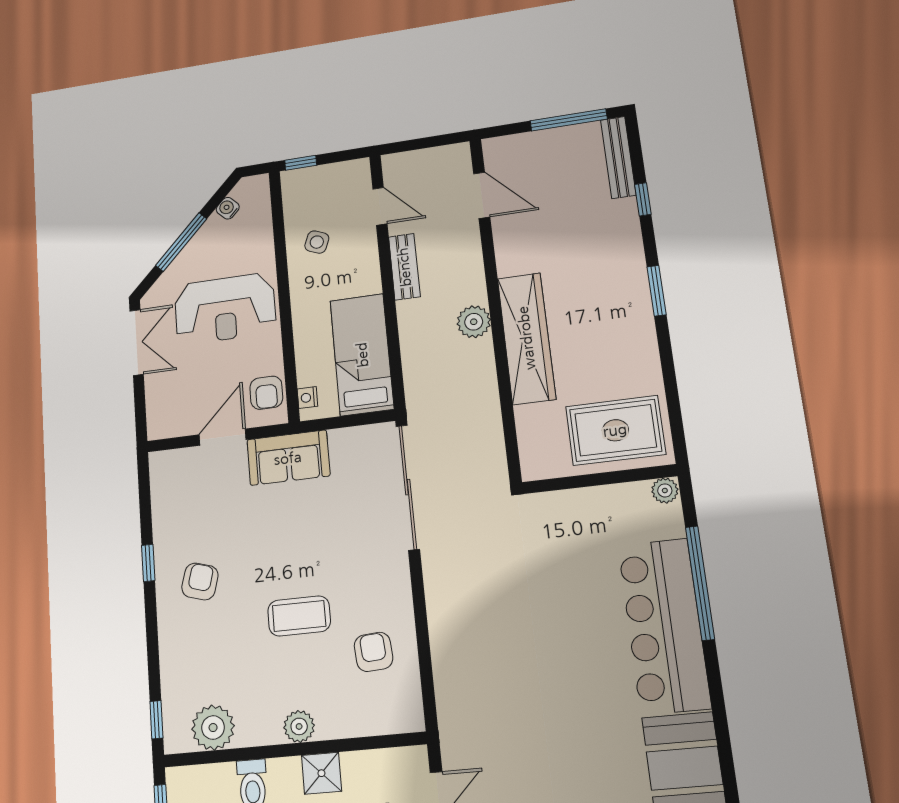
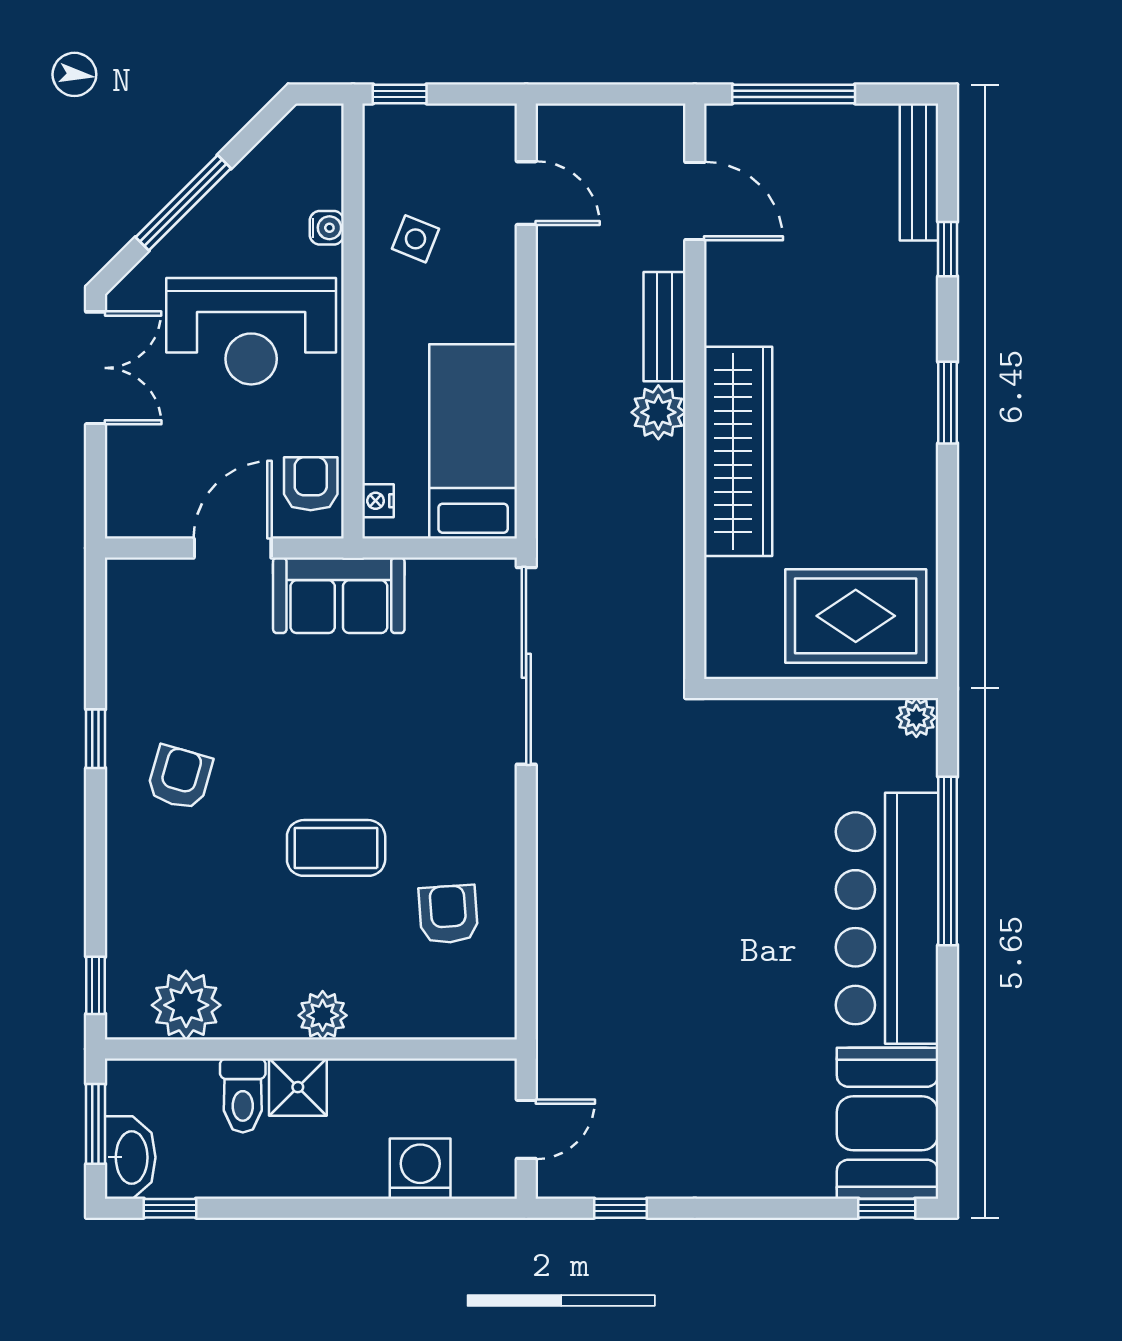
window: (569, 120) -> (794, 94), moved
water cooler: (228, 208) -> (327, 228), moved, turned 135
bench: (404, 267) -> (665, 327), moved
armchair: (266, 393) -> (311, 484), turned 180
shower: (321, 773) -> (298, 1087), moved

